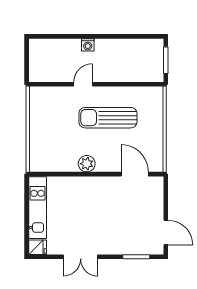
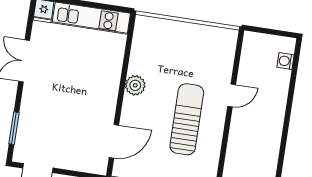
washing machine: (88, 45) -> (285, 61), moved
door: (83, 84) -> (232, 95), hinge flipped

